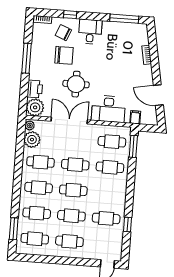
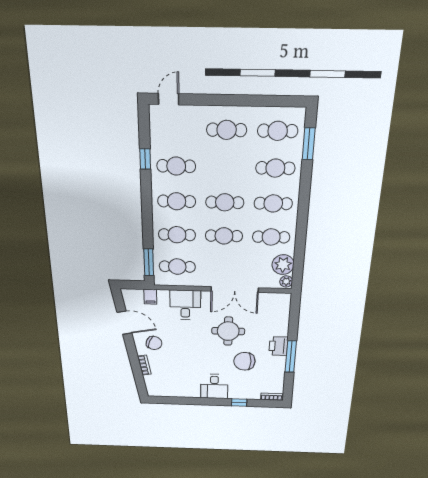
window: (124, 19) -> (175, 400), removed
chair: (63, 33) -> (154, 343), moved
printer: (35, 89) -> (278, 346), moved
plant: (35, 107) -> (279, 303), removed
desk: (108, 109) -> (185, 305), width x0.73
cafe table: (71, 216) -> (177, 201), moved

